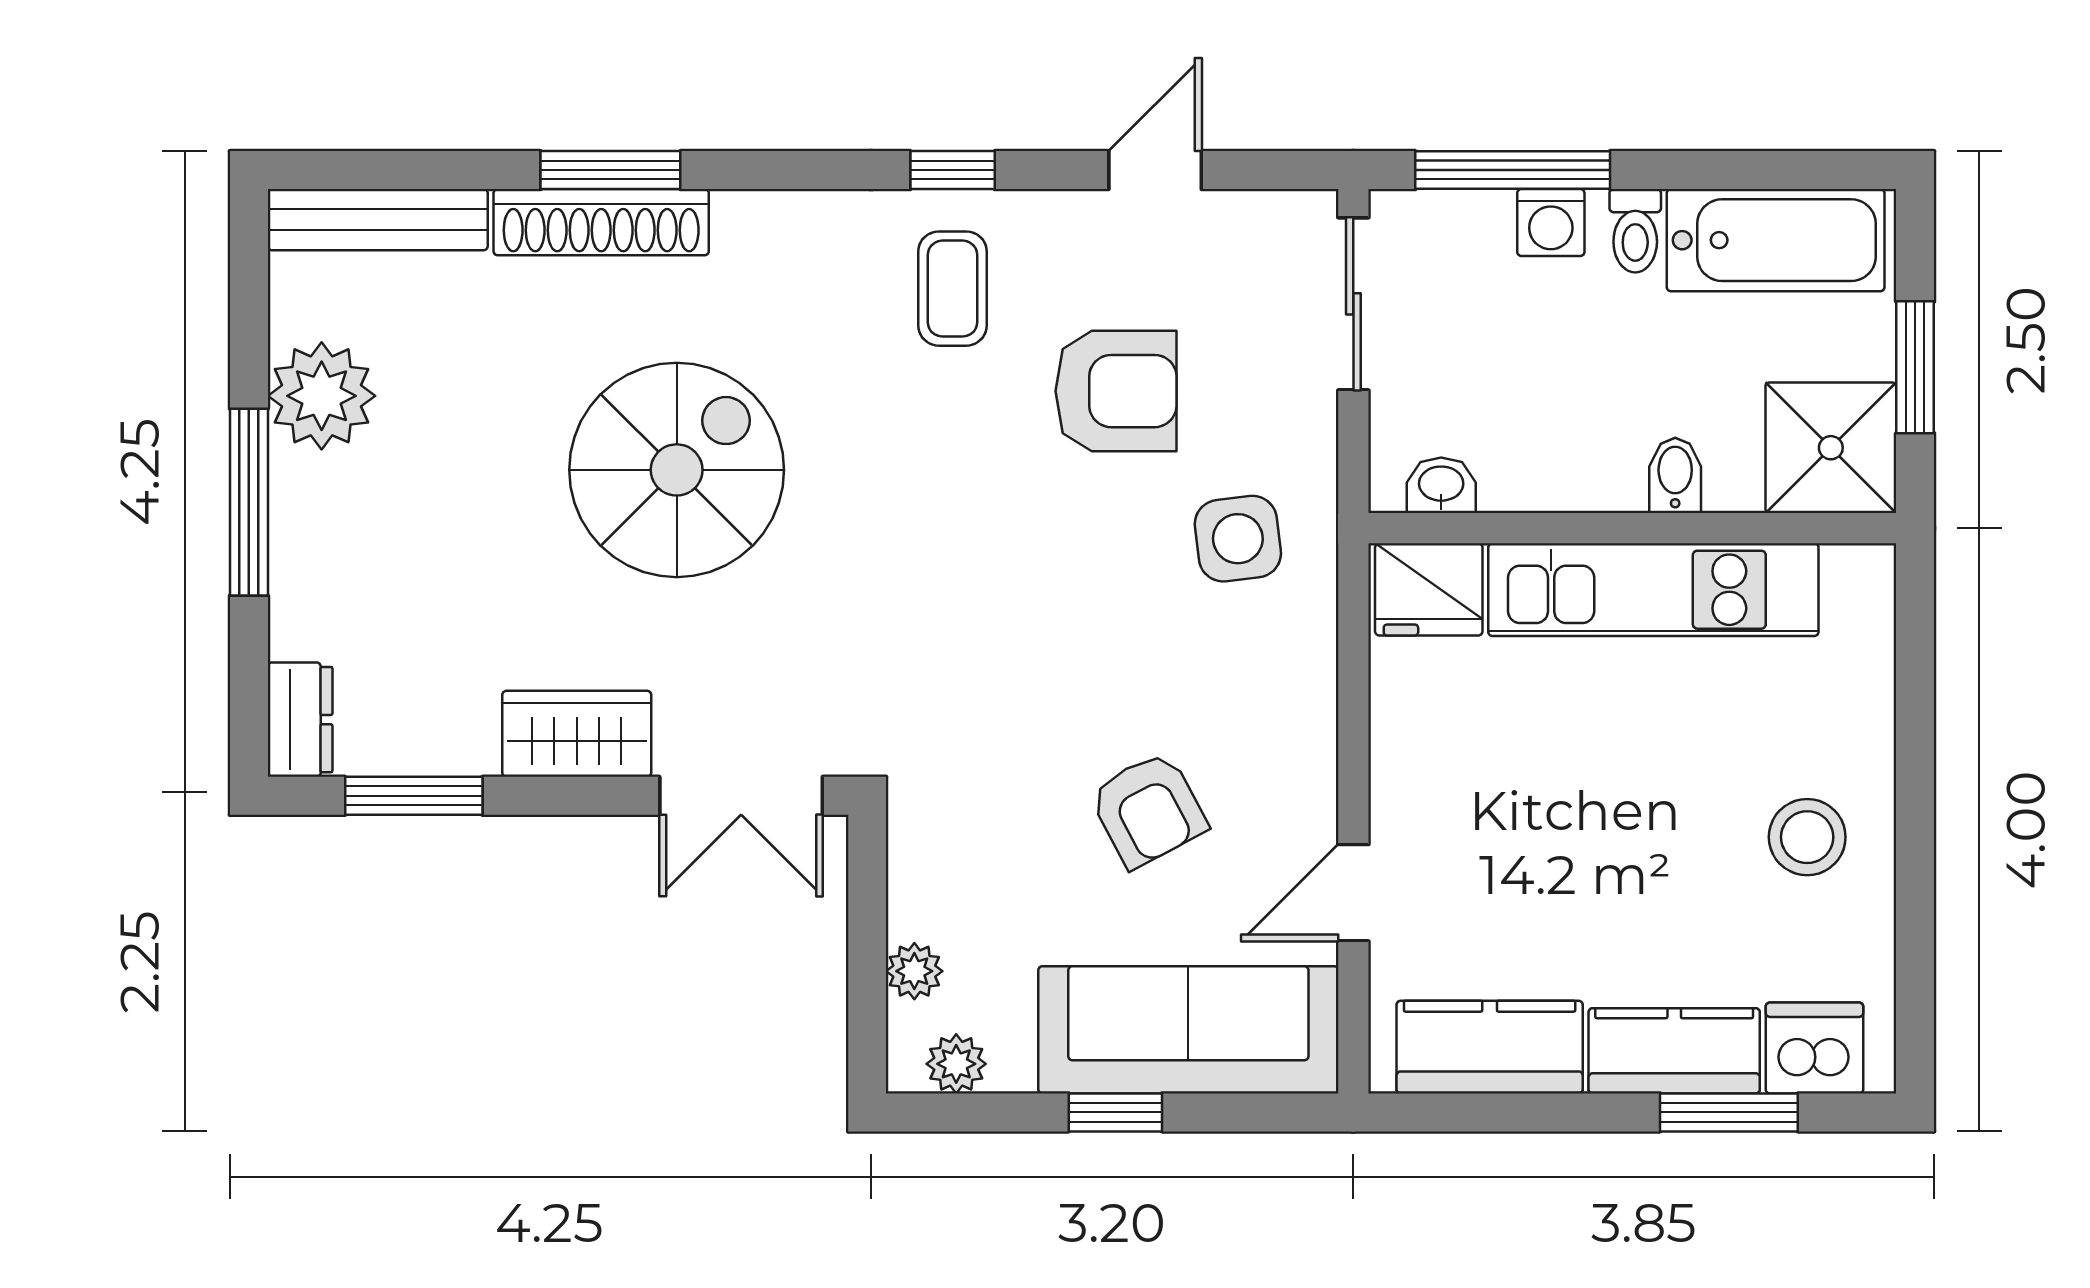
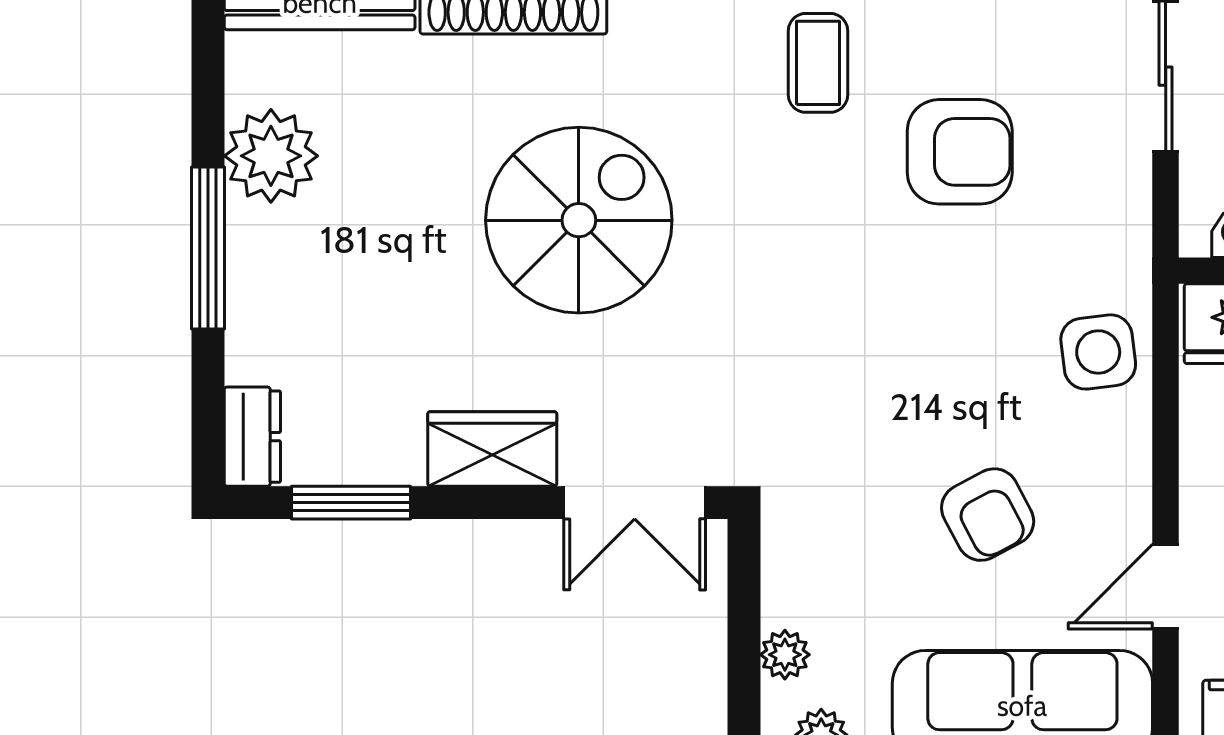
side table: (1238, 539) -> (1098, 352), moved

